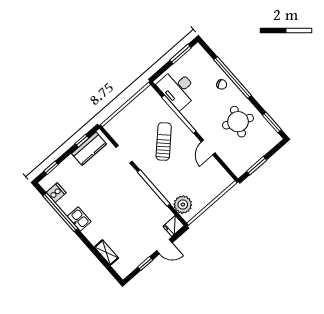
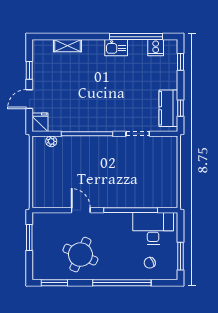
chair: (222, 84) -> (150, 263), moved
sun lounger: (164, 142) -> (119, 177), removed
plant: (183, 205) -> (51, 141), width x0.53, depth x0.53

